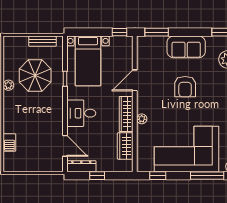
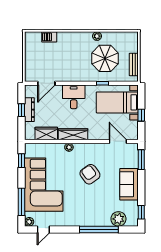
window: (119, 32) -> (141, 115), moved
door: (135, 80) -> (118, 141), moved
armchair: (185, 87) -> (90, 174), moved, turned 54
dresser: (81, 166) -> (29, 110), moved

